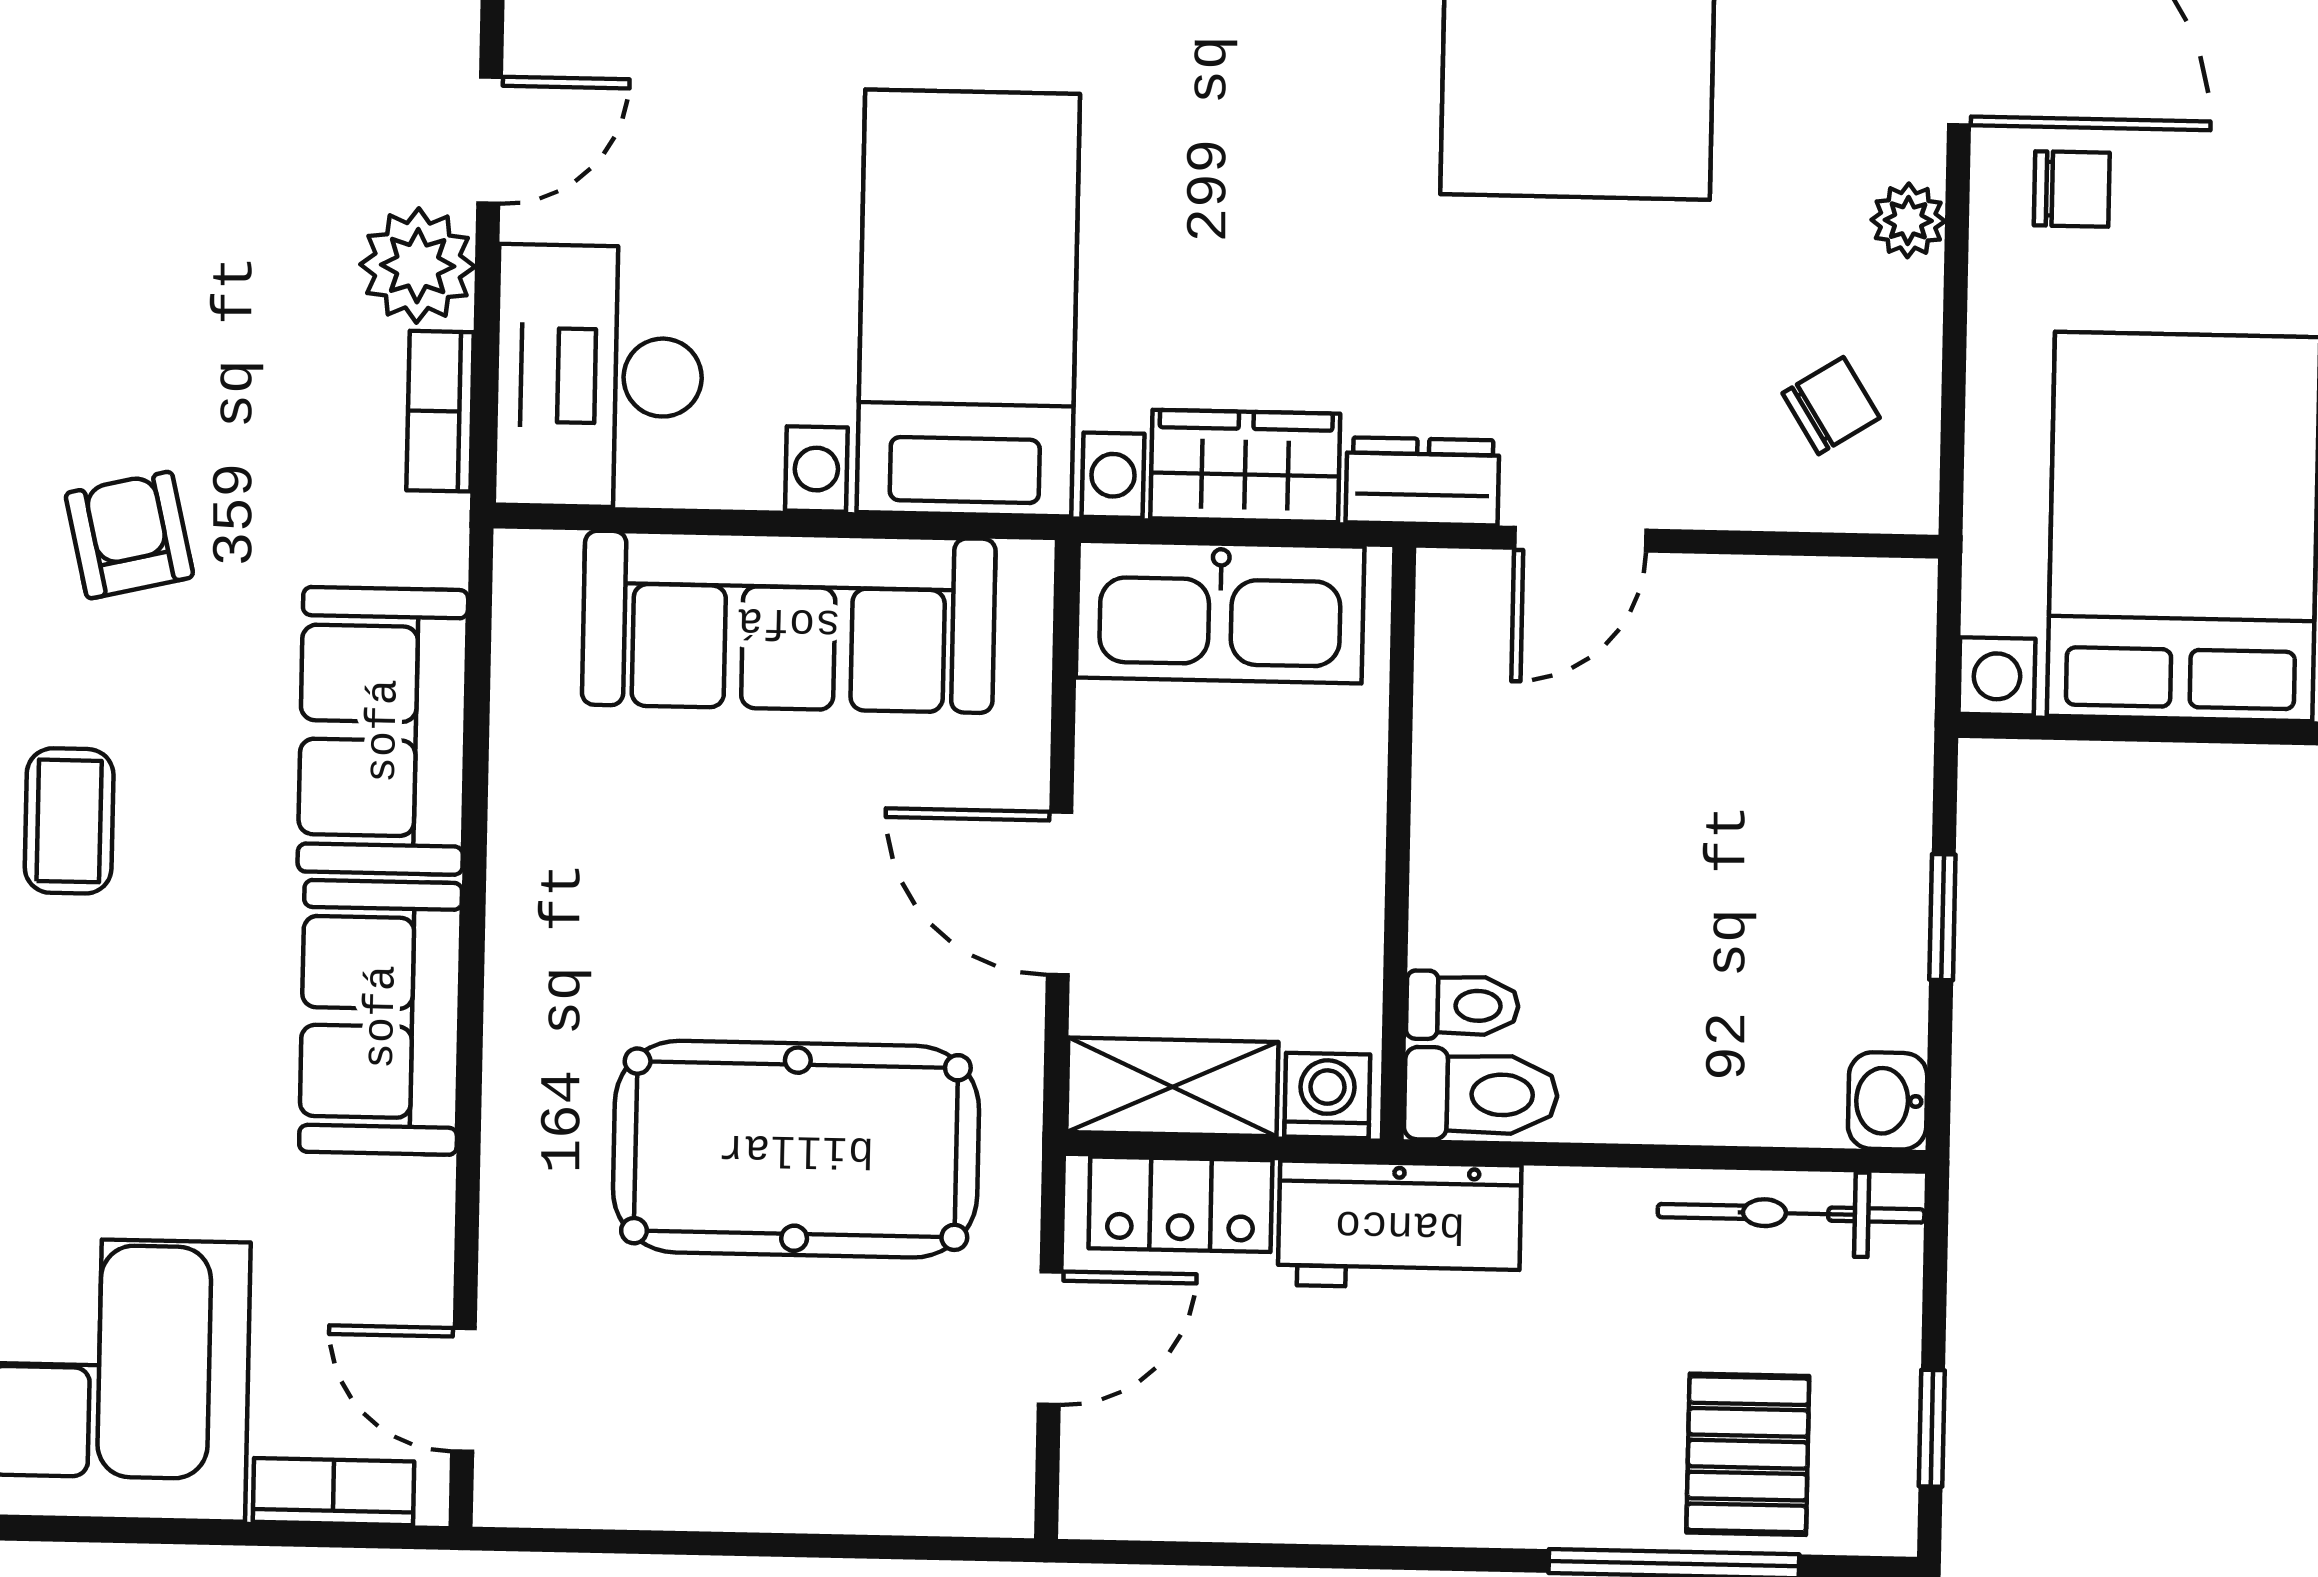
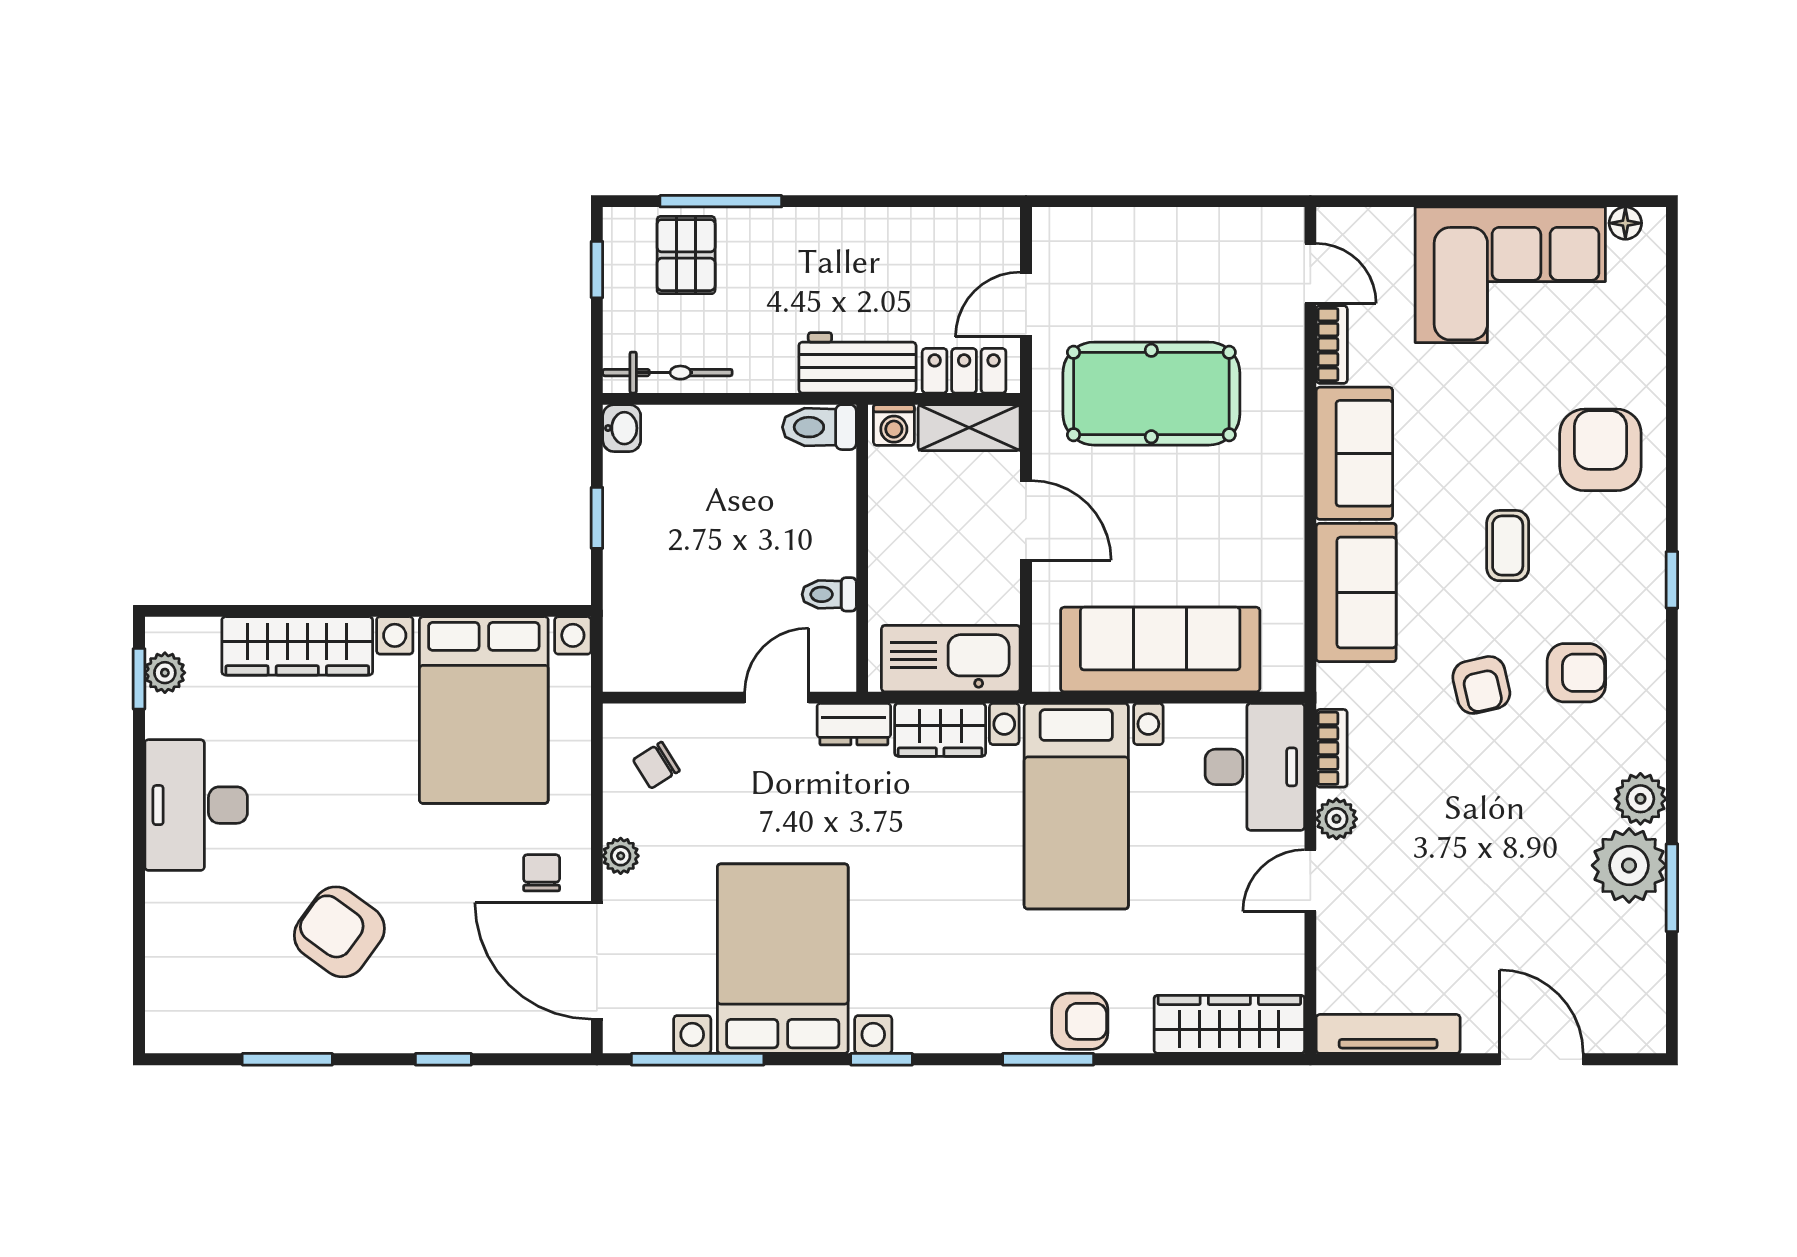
chair: (2072, 189) -> (542, 873), turned 90
plant: (418, 266) -> (1336, 819), width x0.73, depth x0.73
toilet: (1462, 1006) -> (829, 594), moved
bookcase: (334, 1492) -> (1332, 344), moved, turned -90

